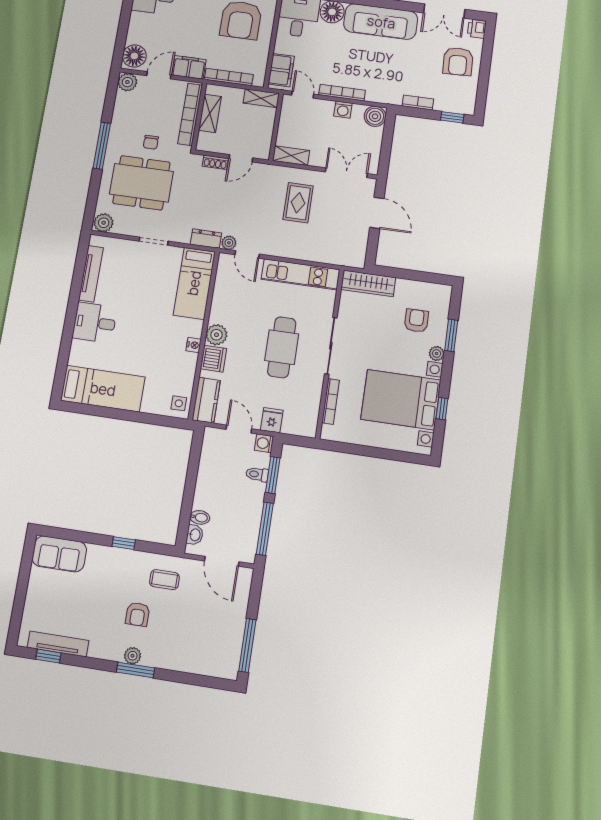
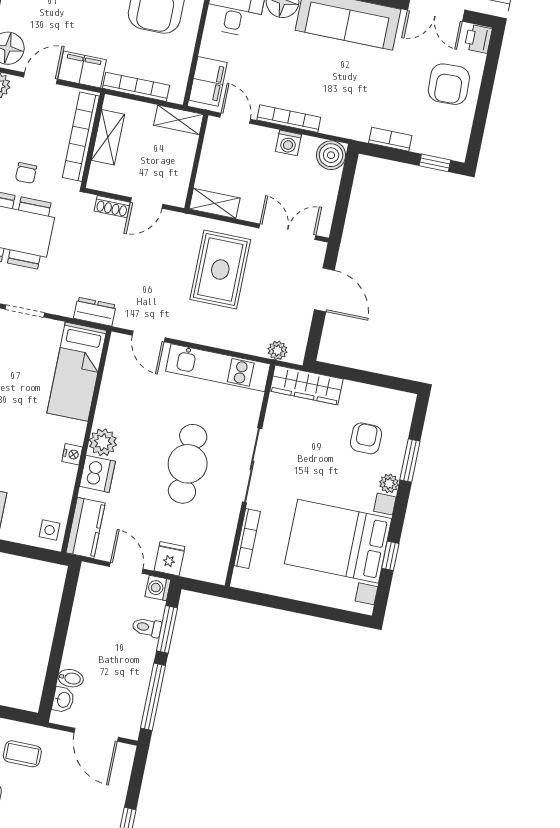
rug: (298, 203) -> (220, 269), width x1.36, depth x1.43
plant: (229, 243) -> (277, 350), moved

